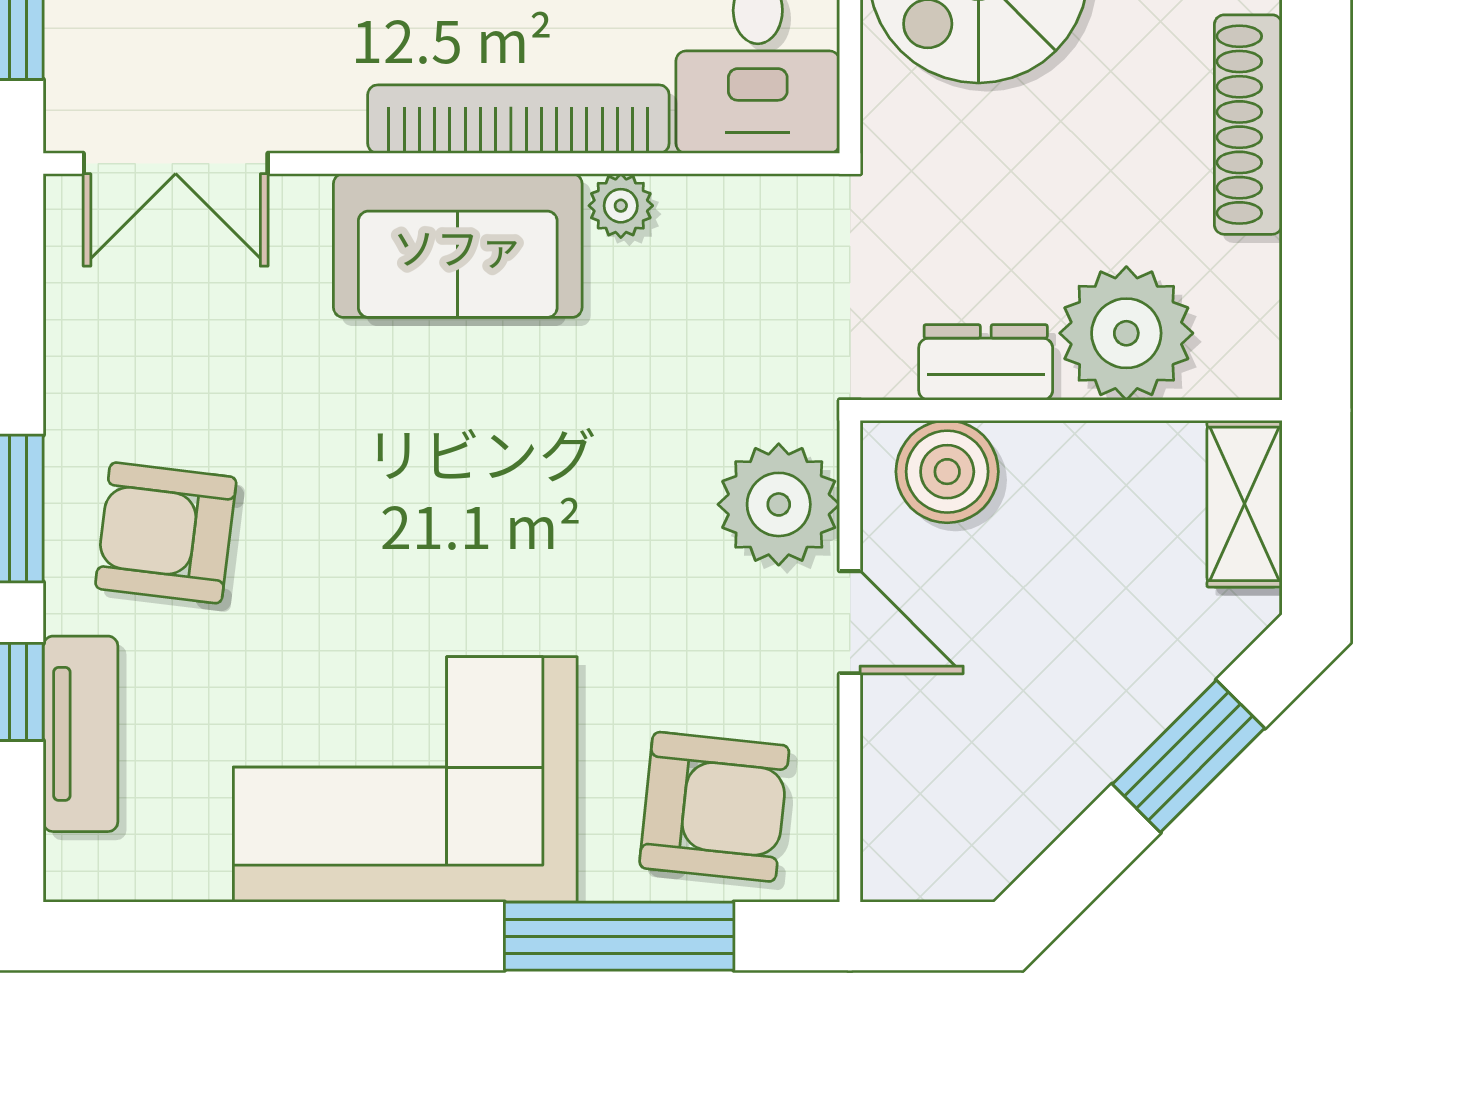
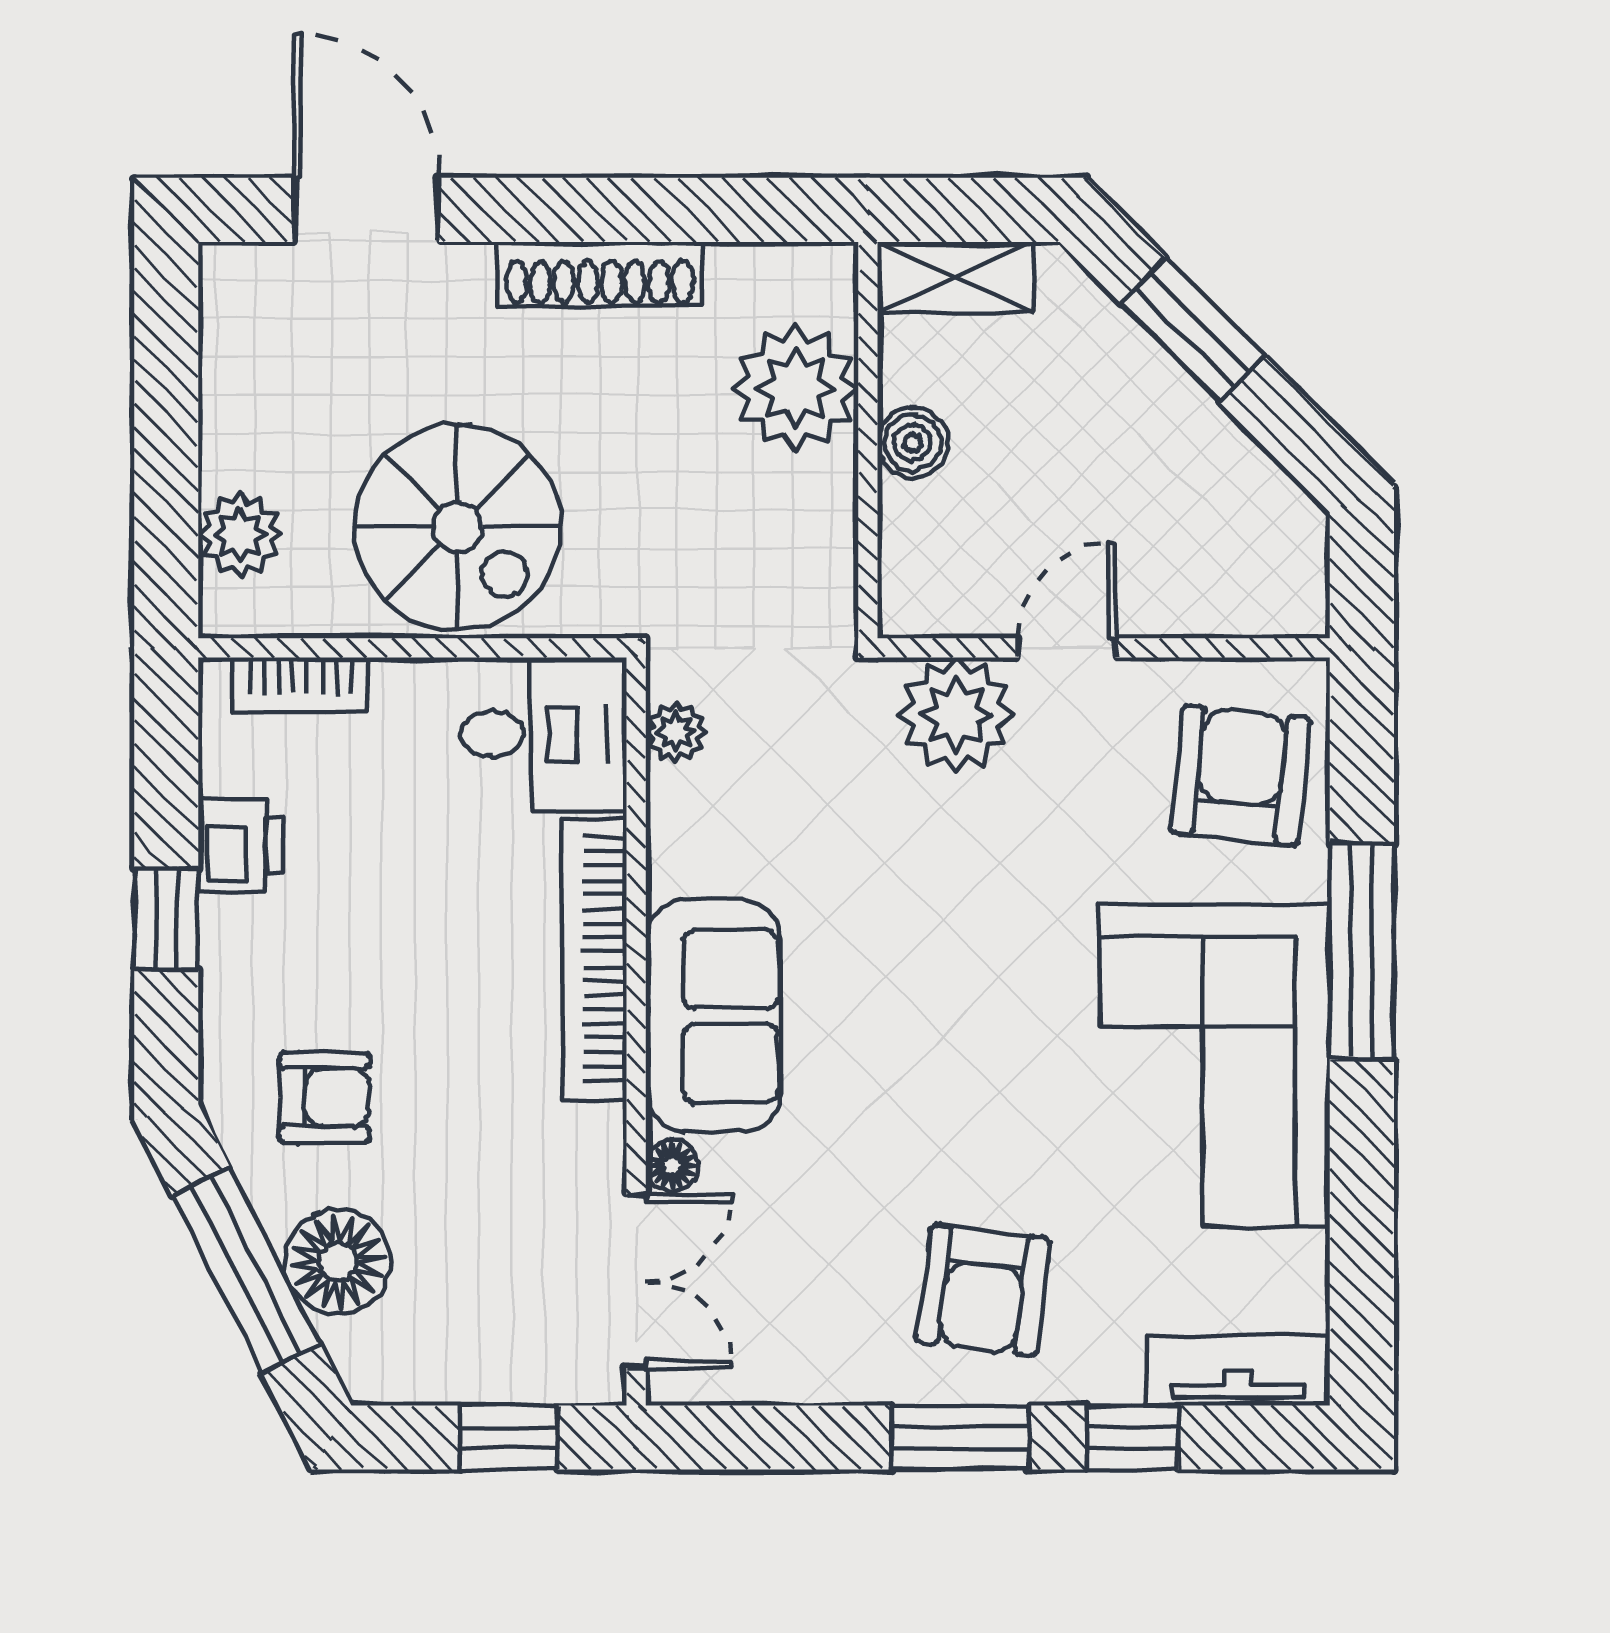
floor lamp: (299, 202) -> (672, 1166), added
plant: (621, 206) -> (676, 732), moved
dresser: (986, 362) -> (823, 520), removed
boiler: (947, 472) -> (913, 443), moved, width x0.73, depth x0.73
tv unit: (81, 734) -> (1238, 1370), moved
window: (619, 936) -> (1362, 952), moved

